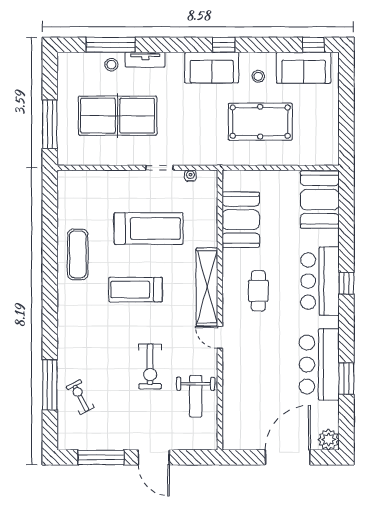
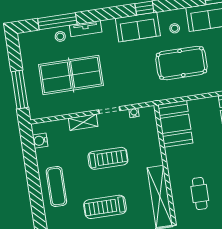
shelving: (124, 178) -> (83, 122), added
water cooler: (66, 193) -> (40, 141), added
booth: (241, 220) -> (175, 124), moved
treadmill: (149, 229) -> (108, 158), width x0.73, depth x0.73

